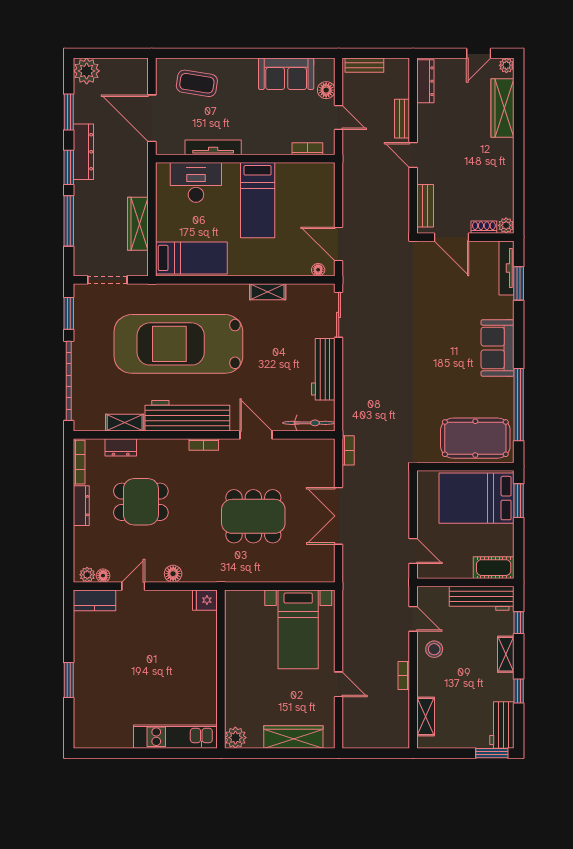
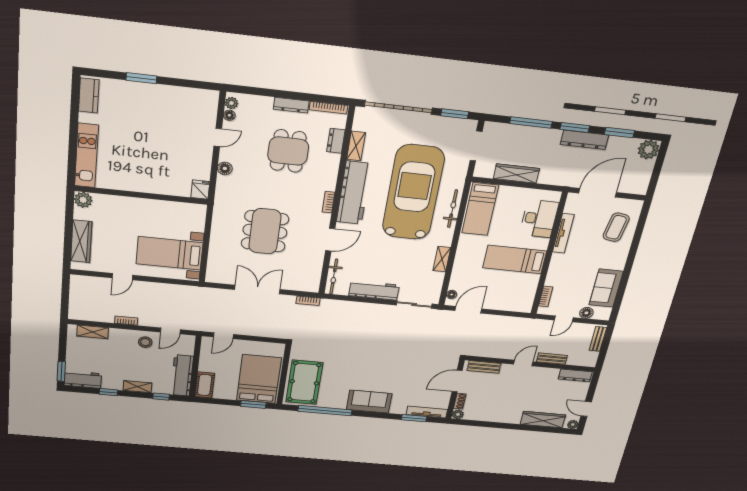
bicycle: (195, 292) -> (452, 209), added
door: (133, 586) -> (218, 137), hinge flipped
kitchen counter: (95, 600) -> (89, 95), moved, turned 180

